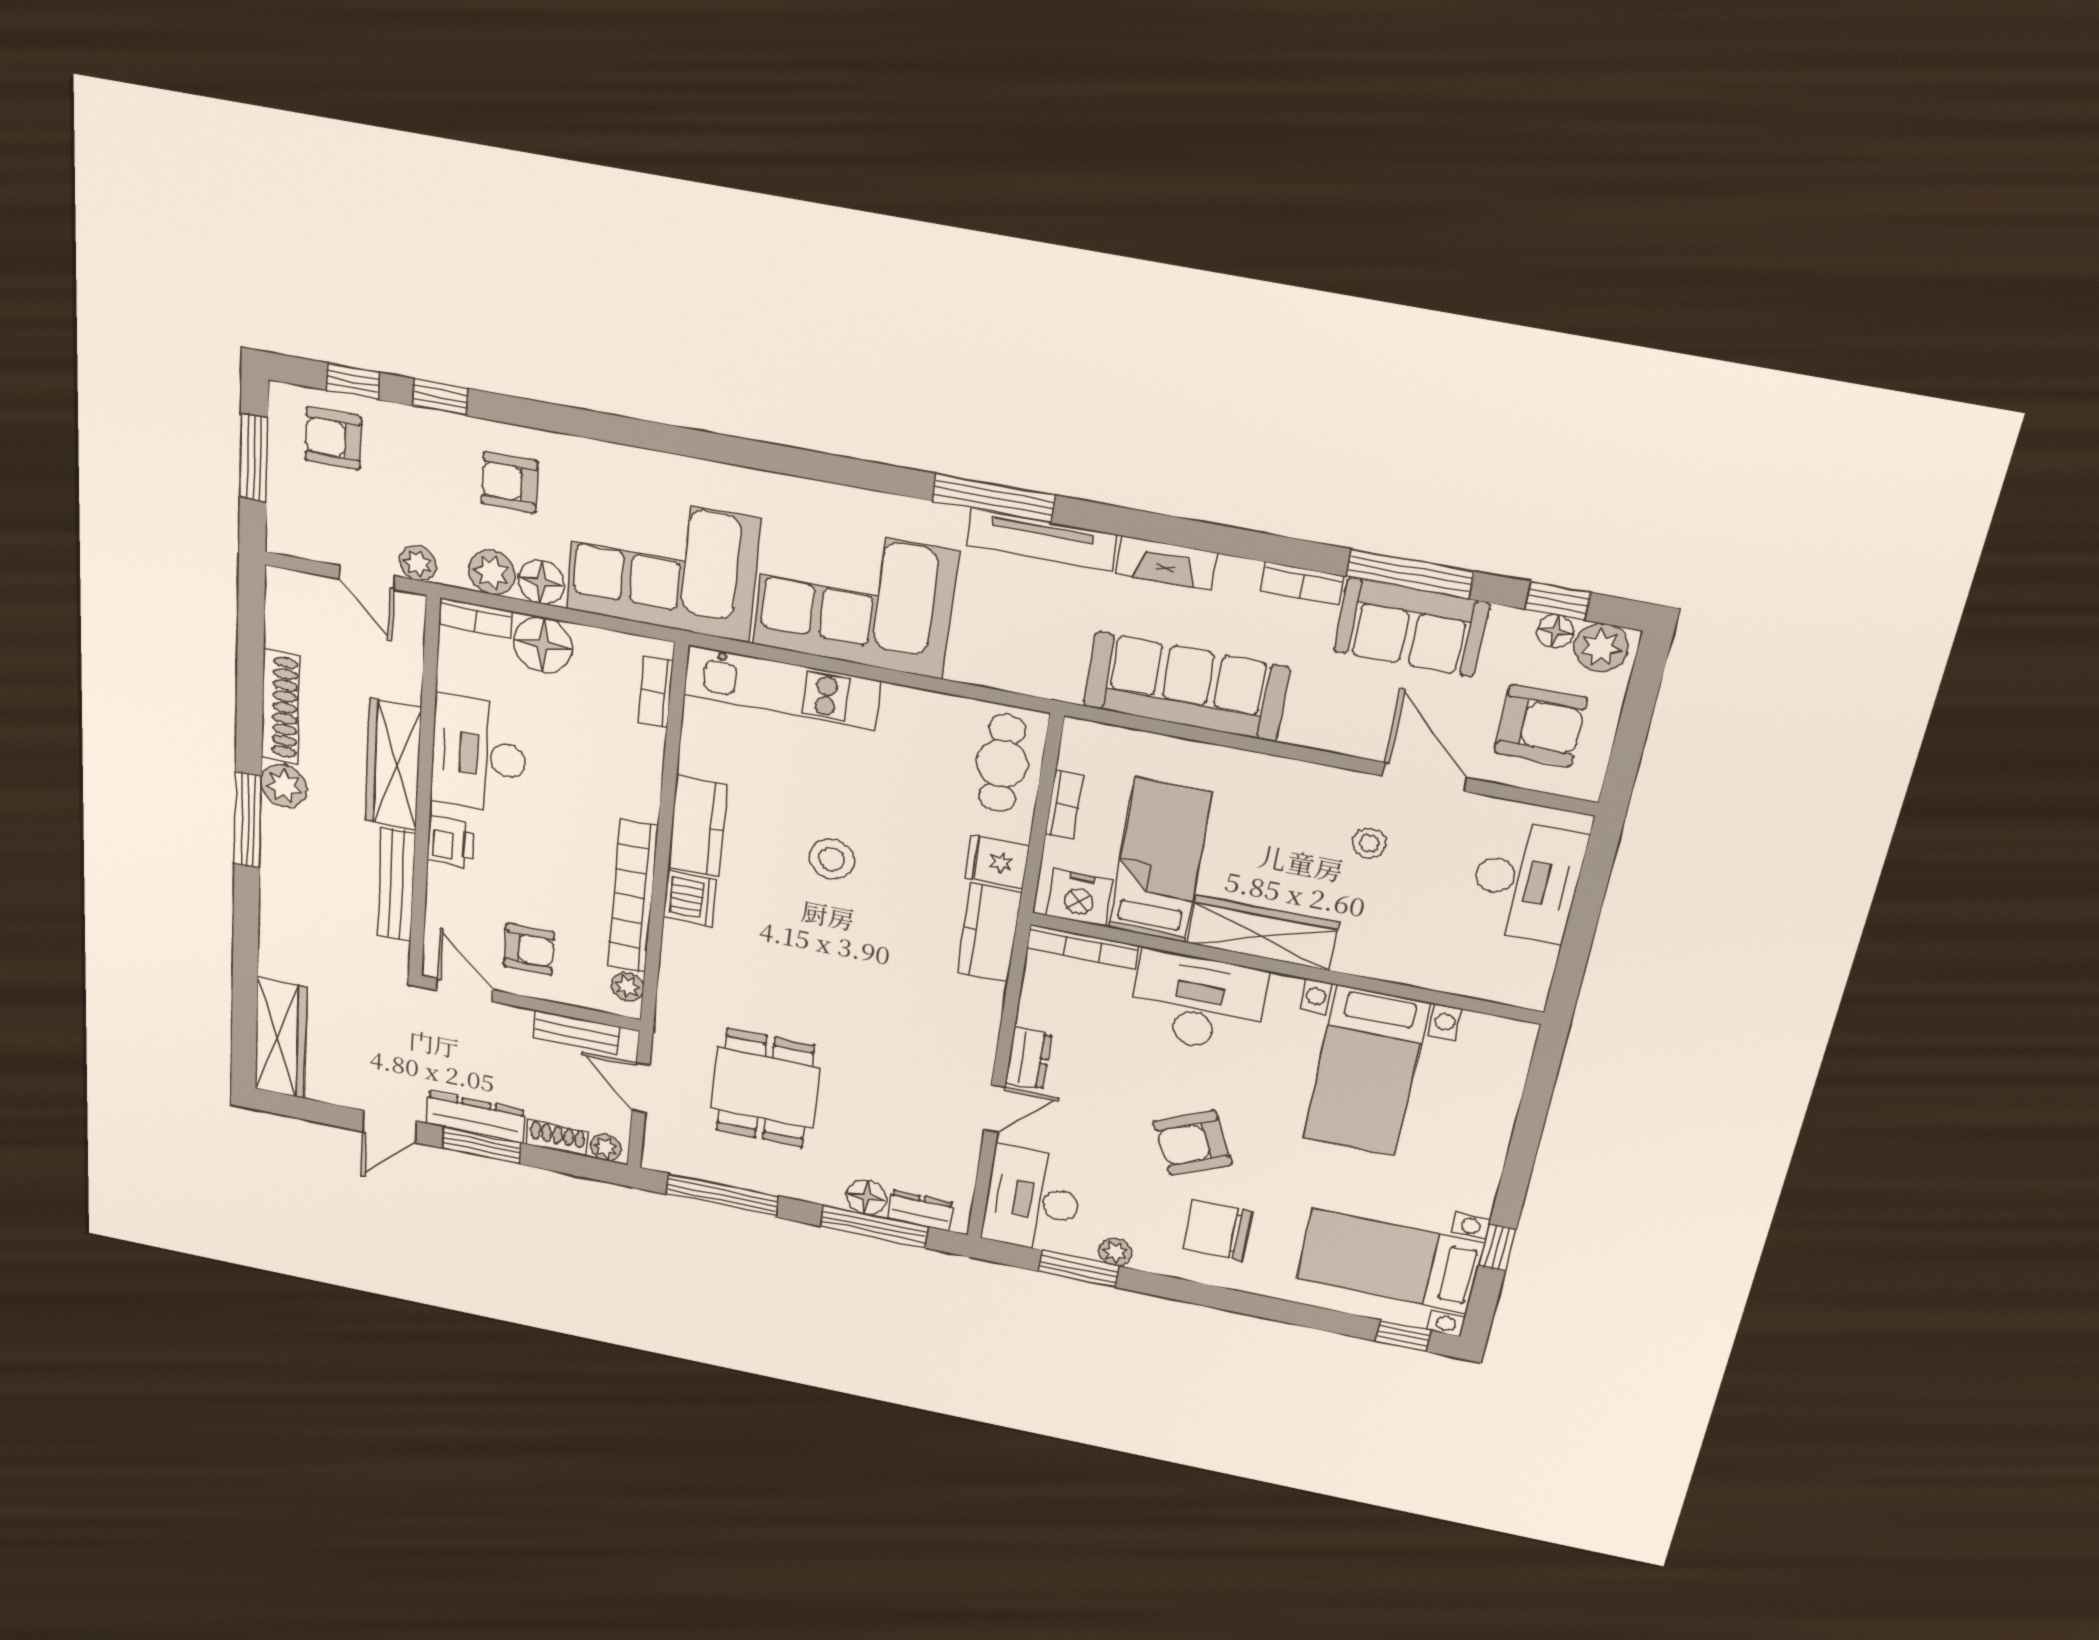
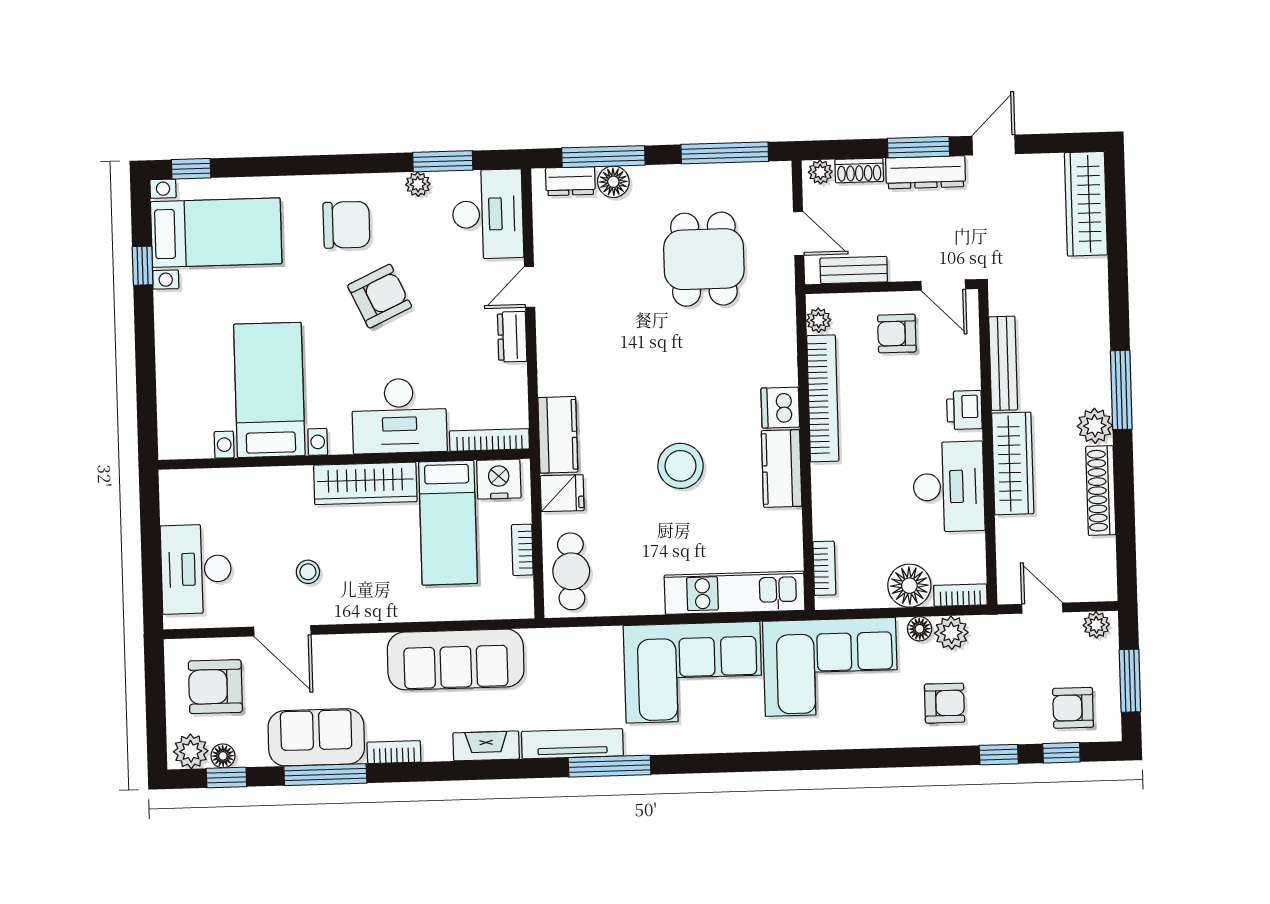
armchair: (333, 438) -> (1073, 708), turned 180
plant: (418, 563) -> (1096, 625), moved
floor lamp: (541, 582) -> (920, 629), width x0.73, depth x0.73
stool: (832, 859) -> (681, 466), width x1.38, depth x1.38

